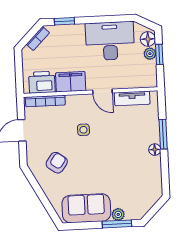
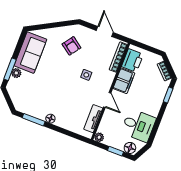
desk: (110, 41) -> (138, 125), width x0.73
plant: (150, 54) -> (99, 137), moved
door: (102, 92) -> (107, 100), swing flipped
window: (163, 134) -> (34, 120), moved

